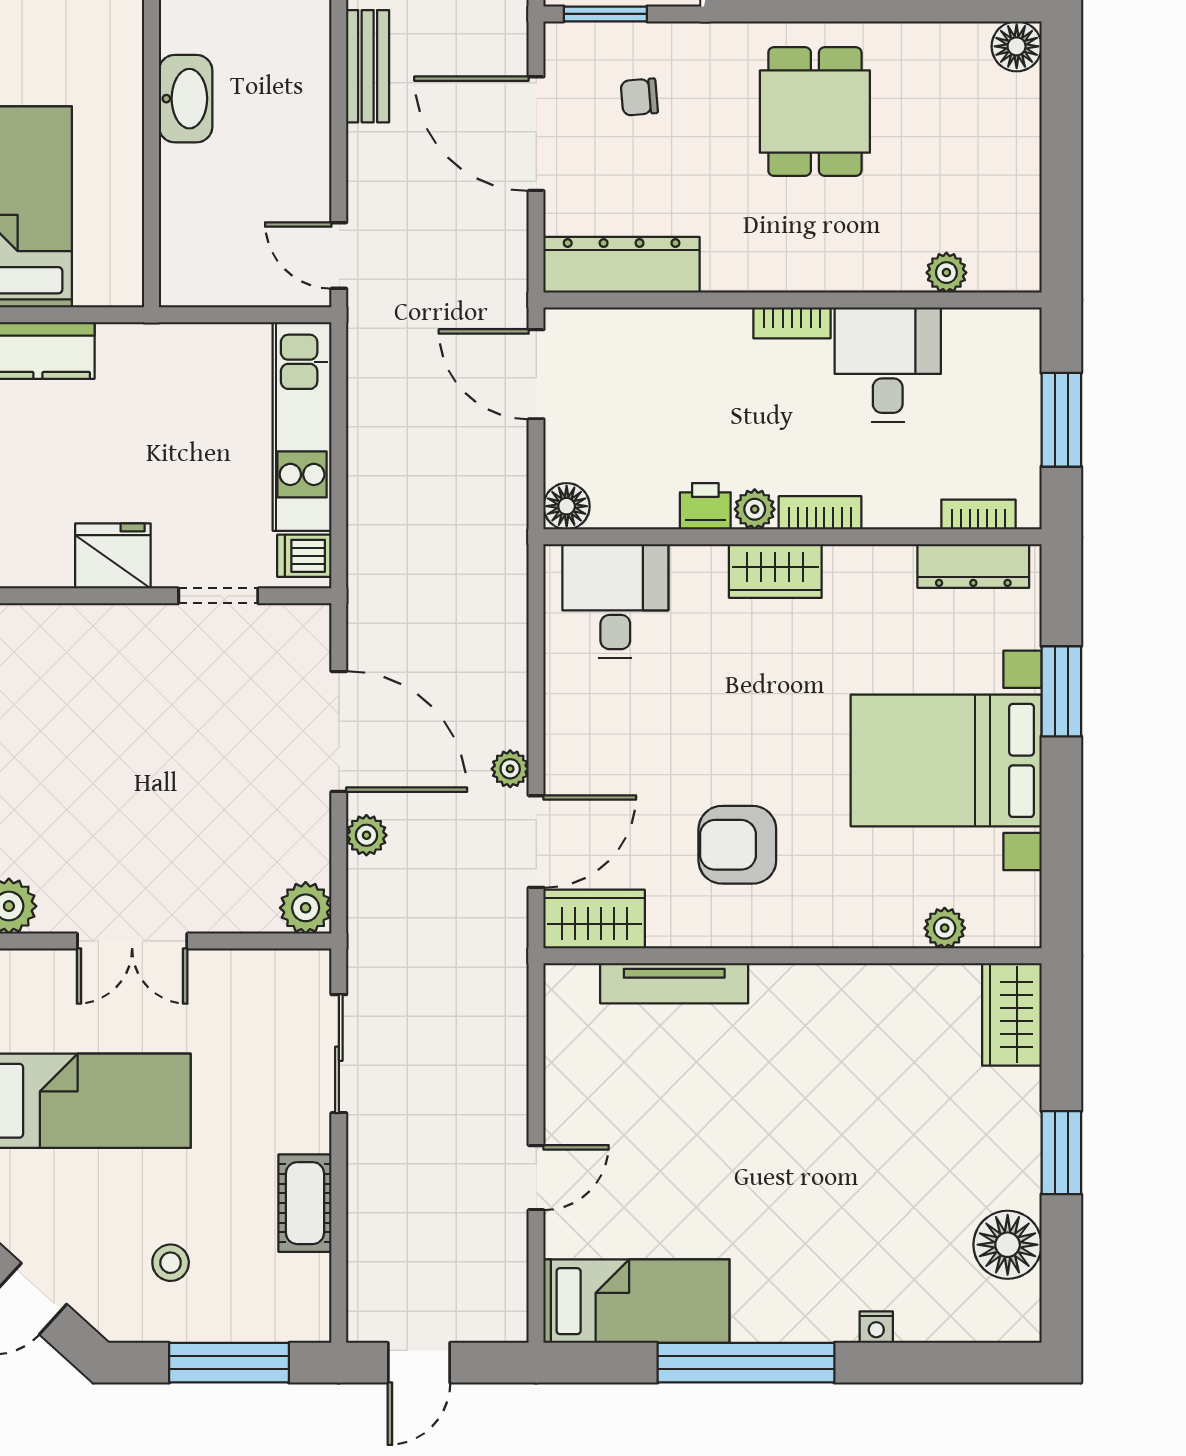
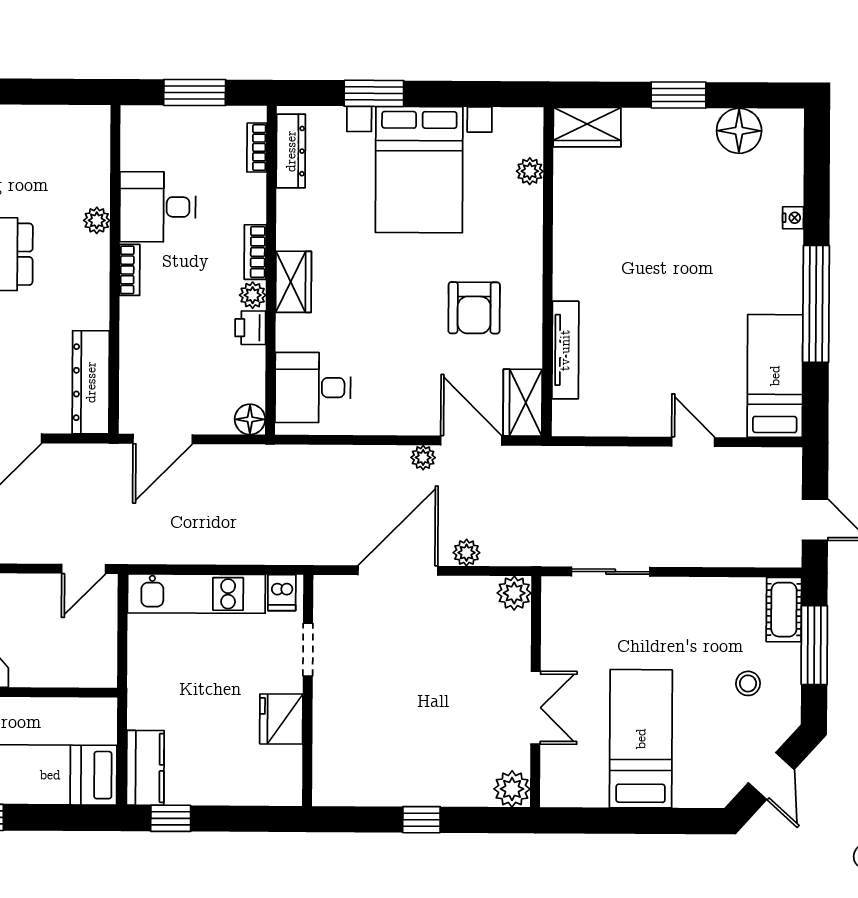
plant: (946, 273) -> (97, 220), moved
cot: (305, 1203) -> (784, 610), moved, turned 90

